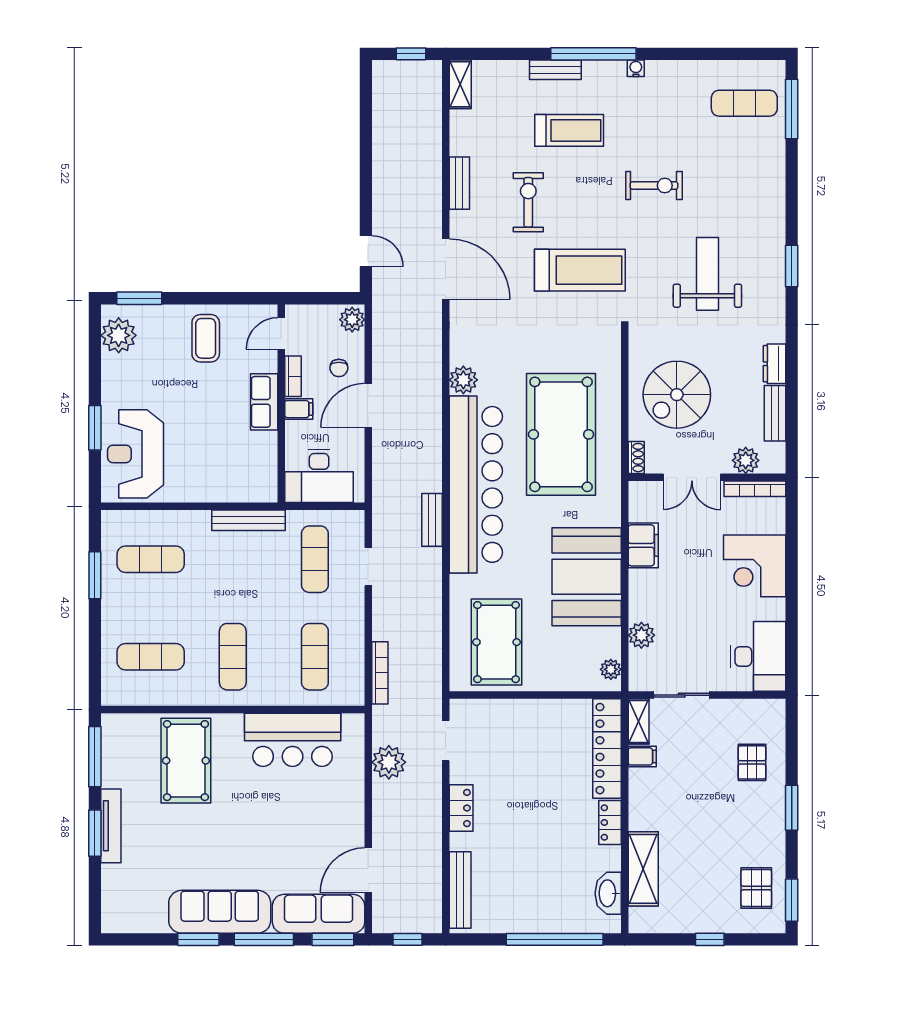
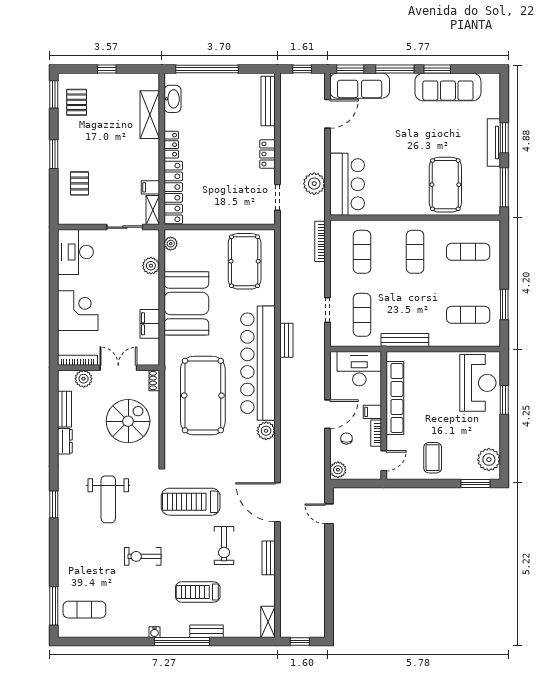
row of seats: (264, 402) -> (395, 398), width x2.02
bar counter: (293, 740) -> (347, 184), moved, turned 90
sofa: (220, 912) -> (448, 87), moved

